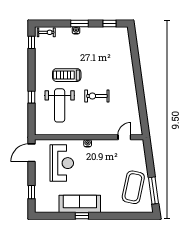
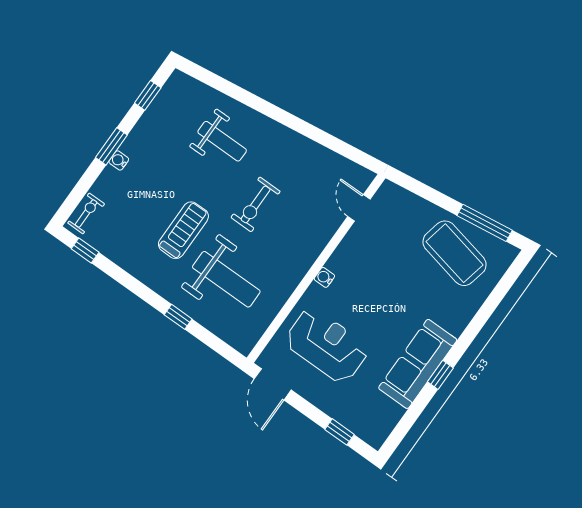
weight bench: (112, 65) -> (222, 141), added
treadmill: (67, 75) -> (183, 230), turned 180

